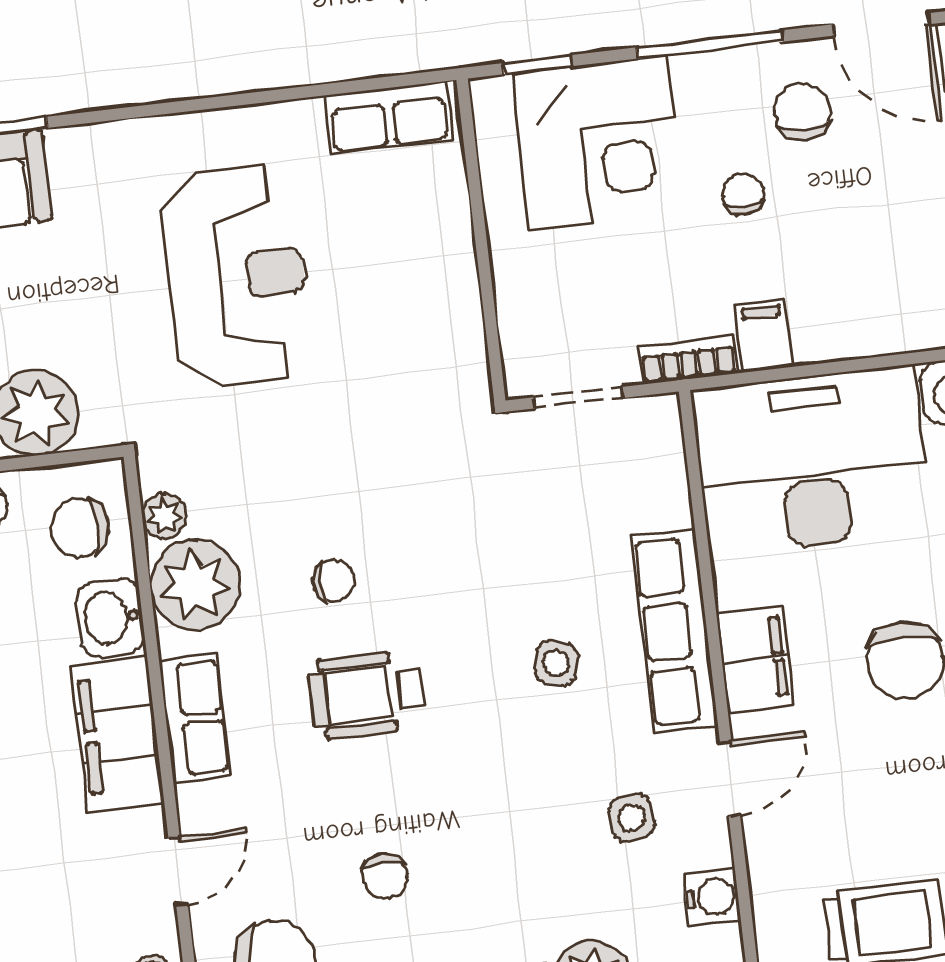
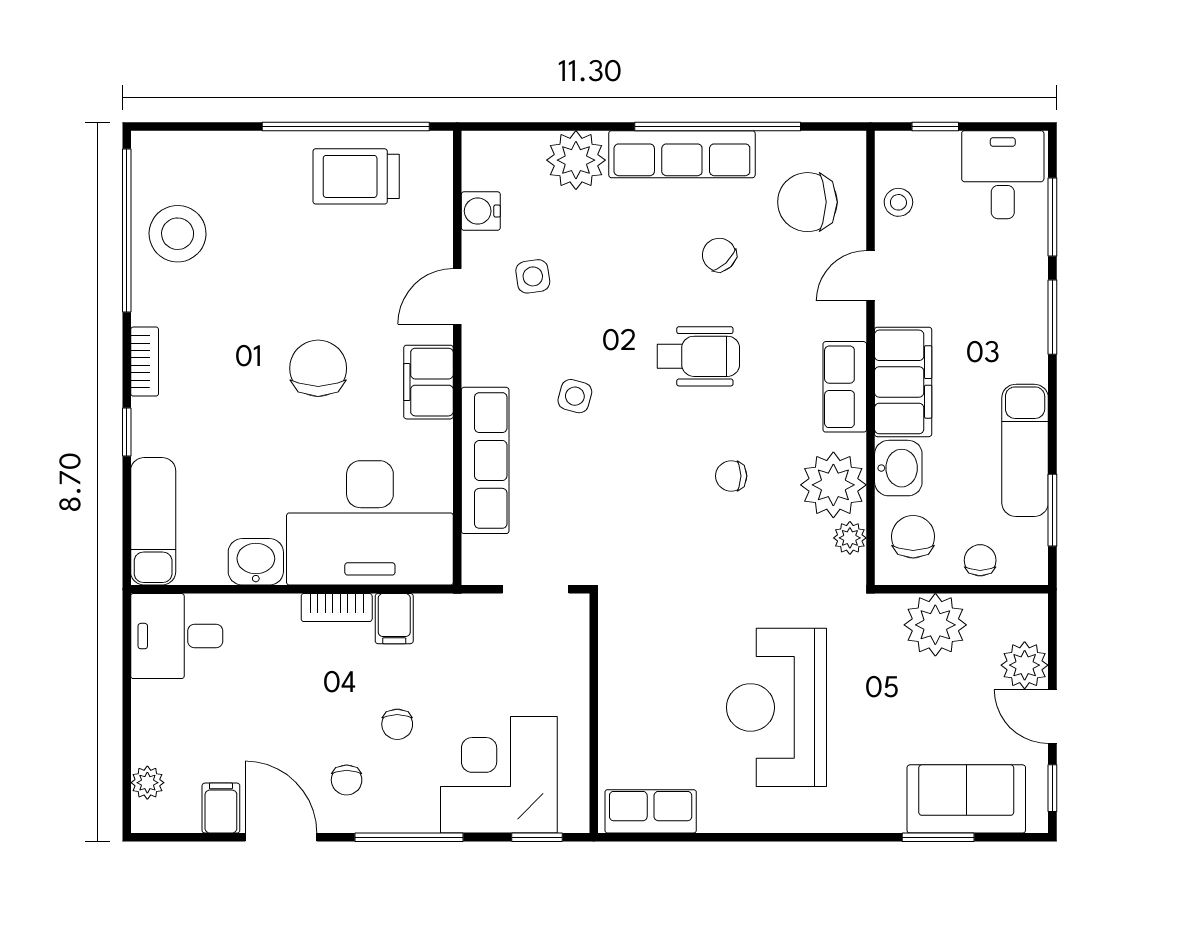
chair: (802, 112) -> (347, 780), width x0.73, depth x0.73
bookcase: (688, 360) -> (337, 608), moved
chair: (80, 528) -> (913, 537), turned -90
row of seats: (675, 631) -> (485, 460), moved
wheelchair: (367, 695) -> (698, 356), moved
chair: (385, 876) -> (719, 255), turned -43

